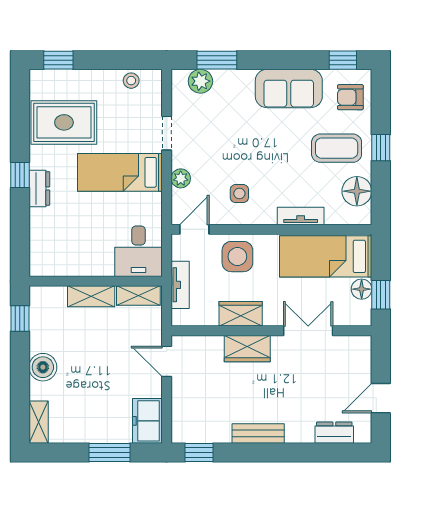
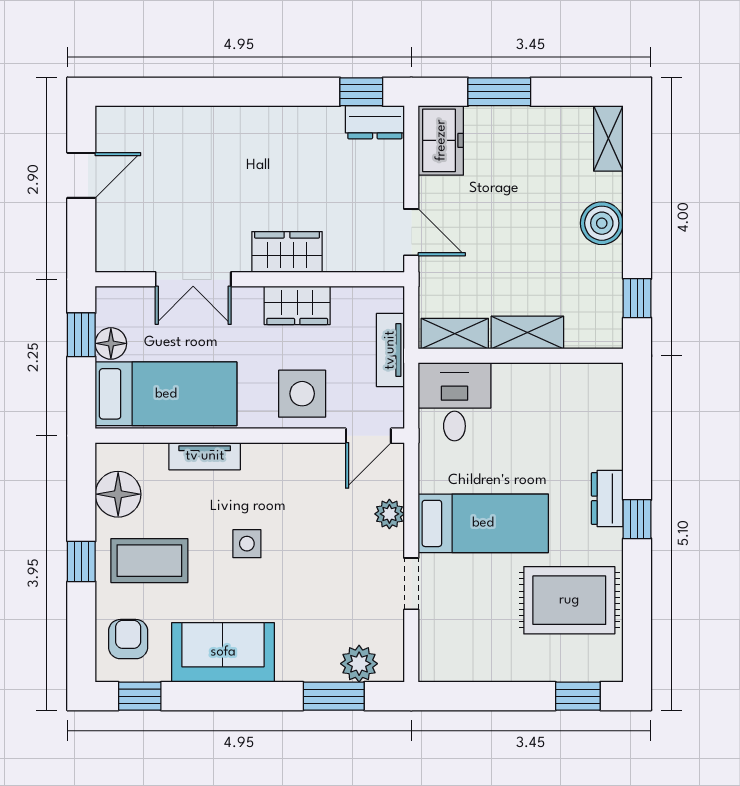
stool: (131, 81) -> (466, 665), removed
armchair: (350, 97) -> (128, 639), turned -90
side table: (239, 194) -> (247, 544), moved
dresser: (334, 433) -> (375, 122), moved
bench: (258, 434) -> (270, 121), removed

